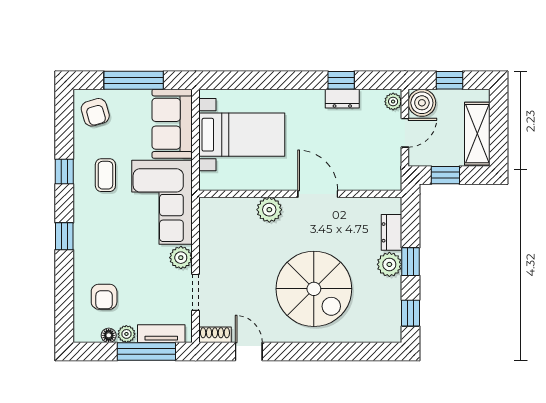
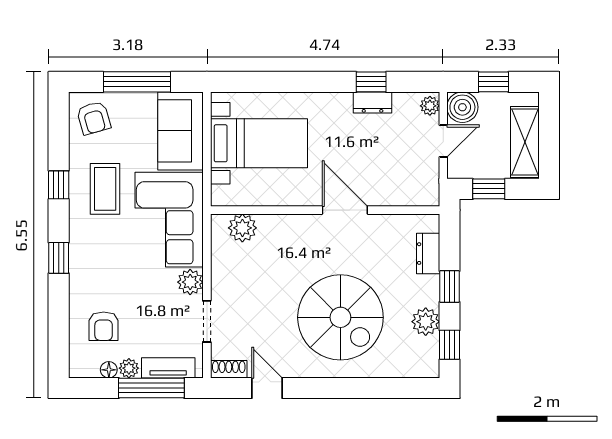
coffee table: (105, 175) -> (105, 189), width x1.36, depth x1.30
plant: (269, 210) -> (242, 228), moved
plant: (389, 264) -> (426, 322), moved

